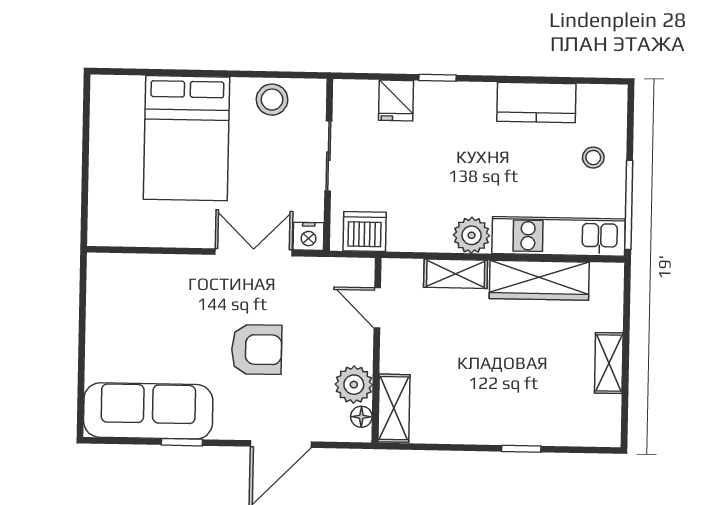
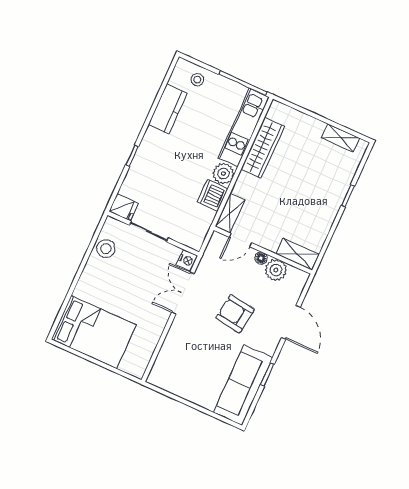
fridge: (396, 100) -> (124, 207), moved
bed: (186, 138) -> (94, 332), moved
stool: (593, 158) -> (197, 80), moved
dishwasher: (365, 232) -> (213, 195), moved
shelving: (456, 274) -> (230, 213), moved
armchair: (257, 350) -> (235, 314), turned -82
shelving: (609, 363) -> (340, 138), moved
floor lamp: (361, 417) -> (261, 258), moved

